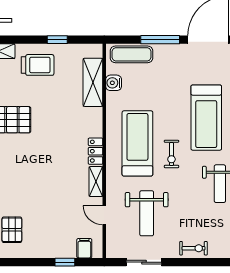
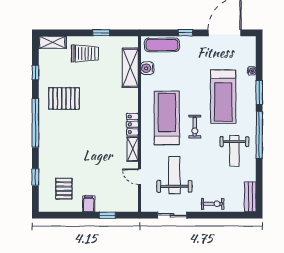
window: (160, 40) -> (185, 33), width x0.46
weight bench: (147, 213) -> (174, 175), turned 180
filing cabinet: (84, 248) -> (89, 204), moved

